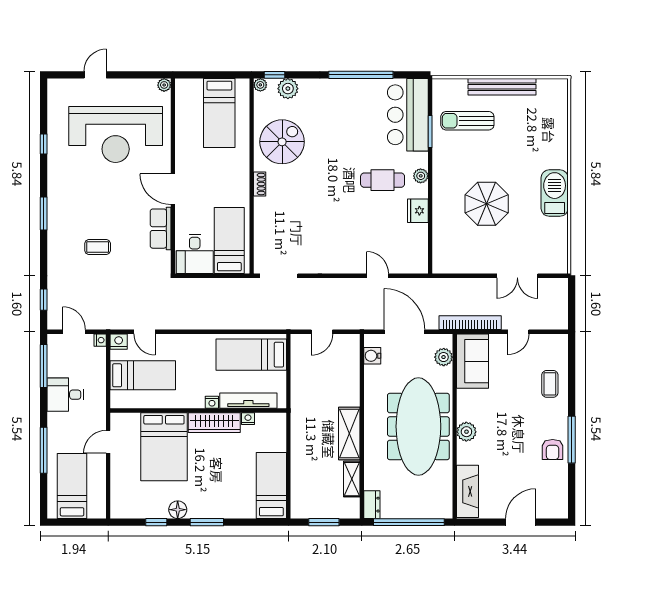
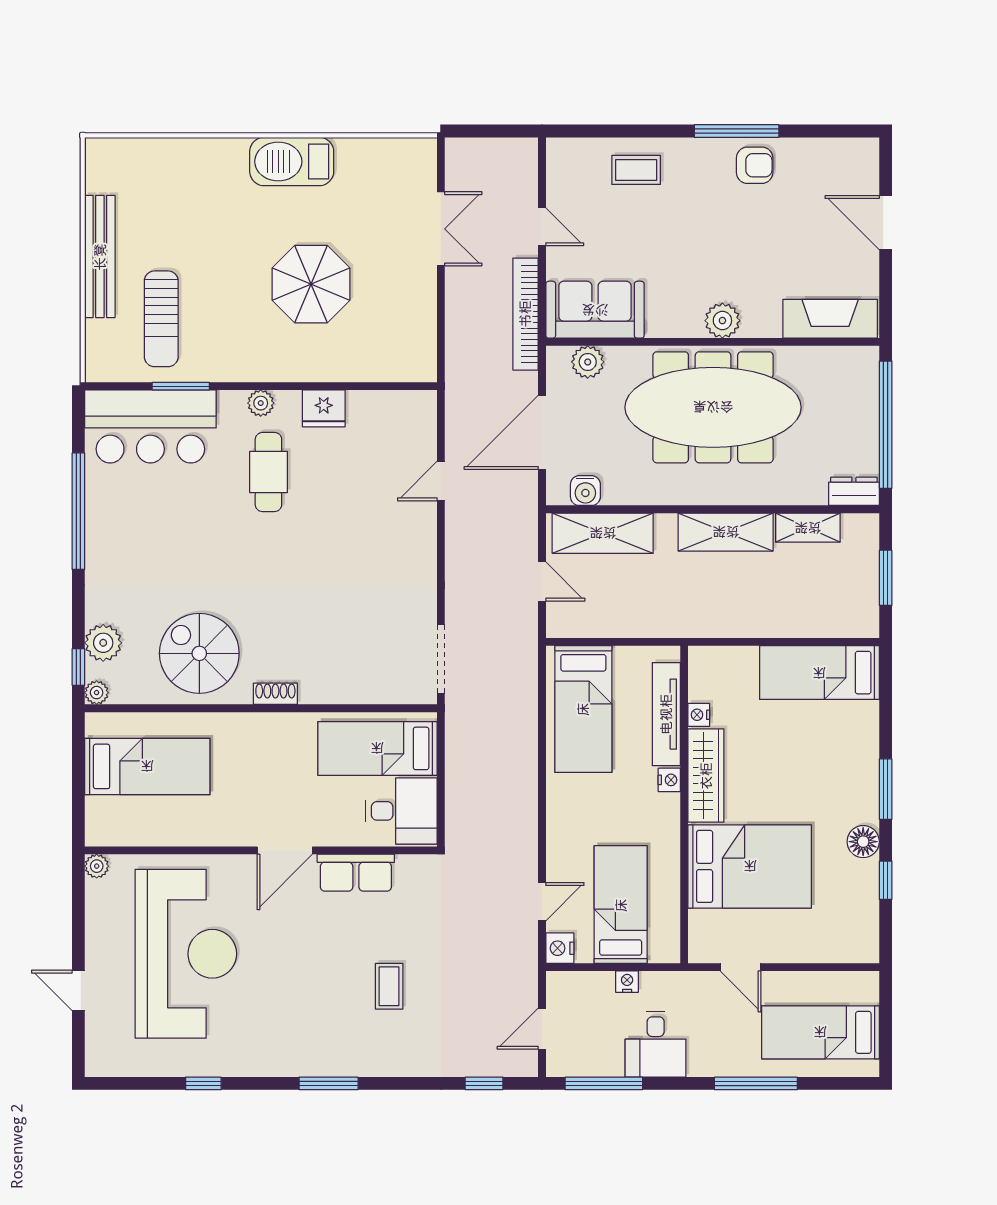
nightstand: (100, 340) -> (627, 982), moved
shelving: (349, 365) -> (603, 533), added

